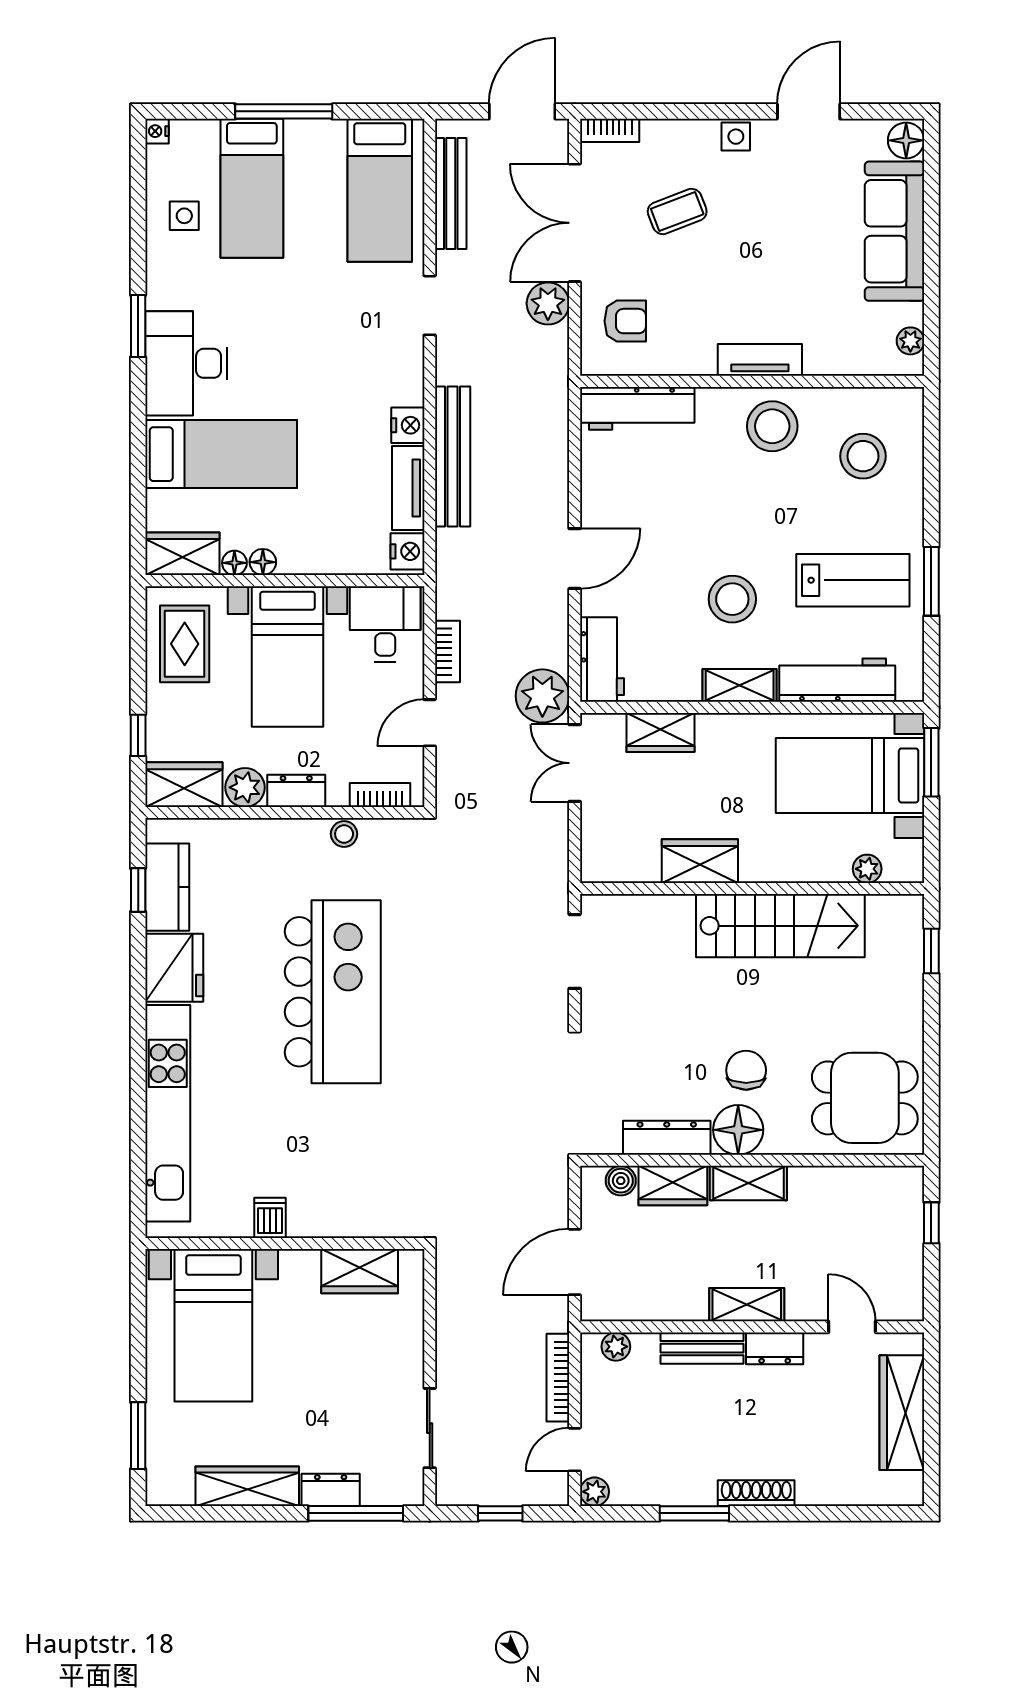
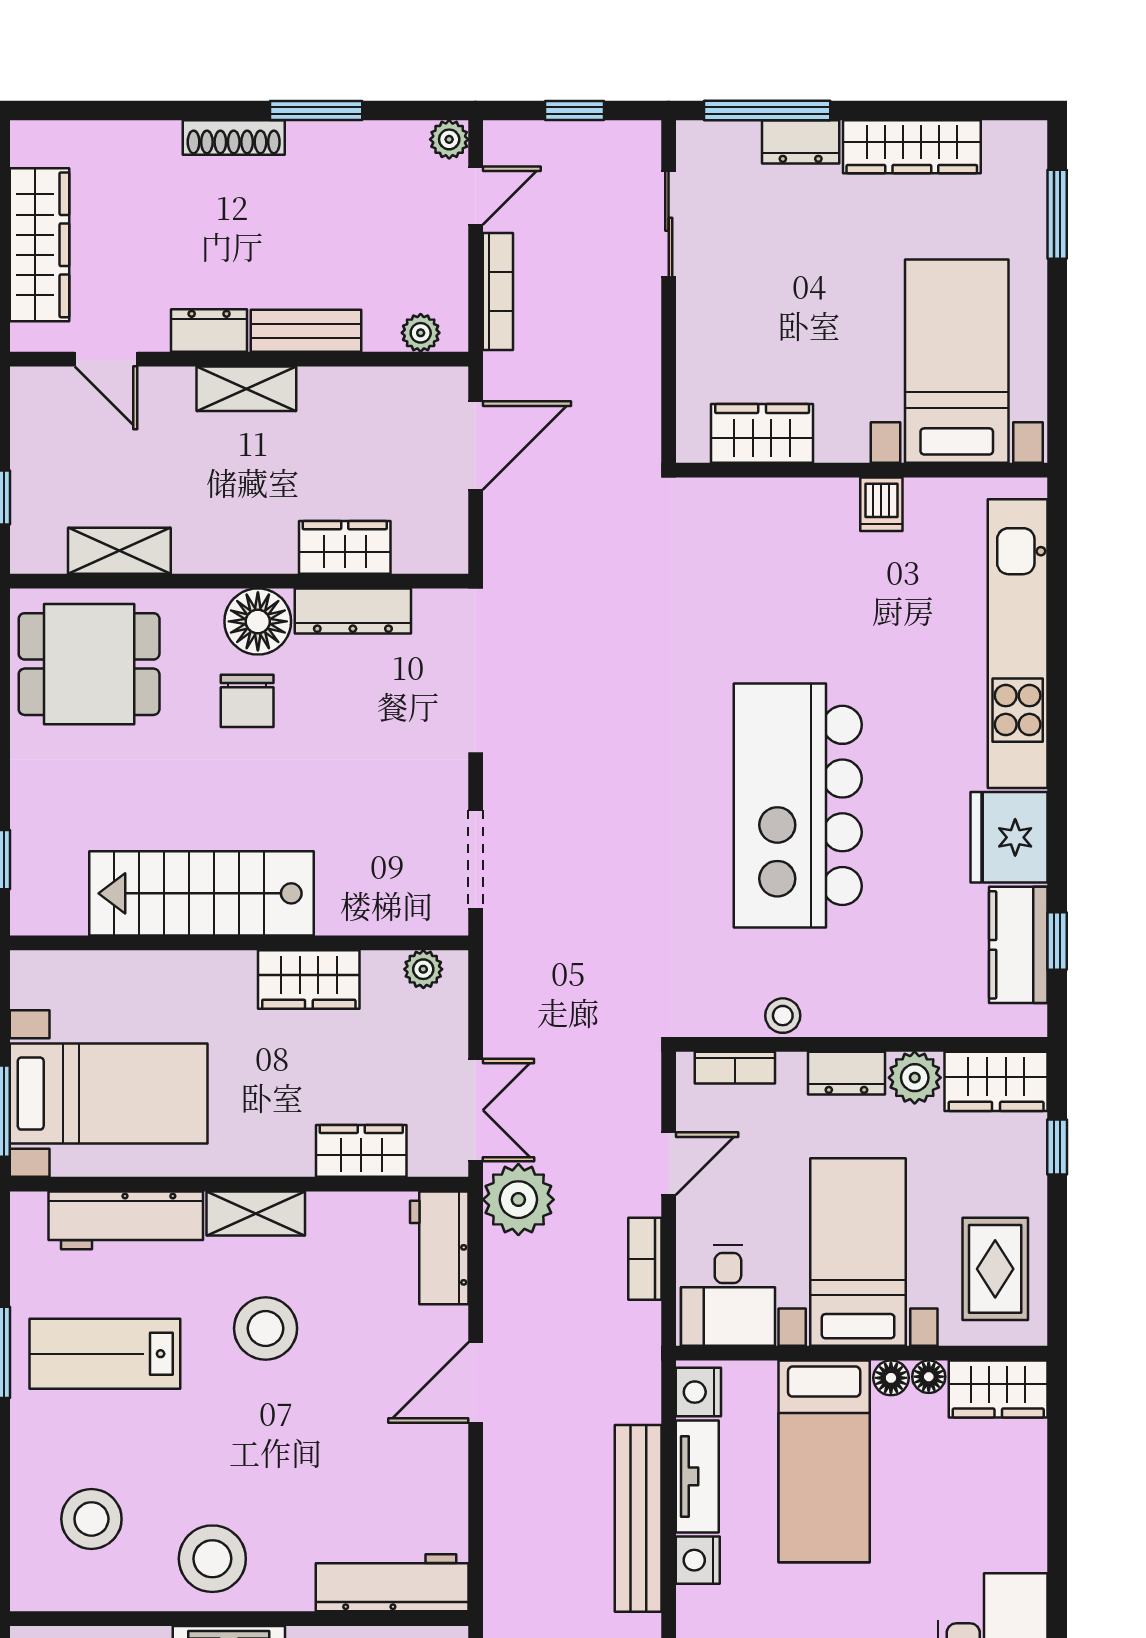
bed: (221, 454) -> (824, 1461), moved, turned -90
plant: (867, 869) -> (423, 969), moved
boiler: (621, 1181) -> (414, 554), removed
shelving: (748, 1183) -> (119, 551), moved

